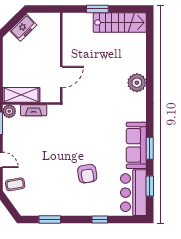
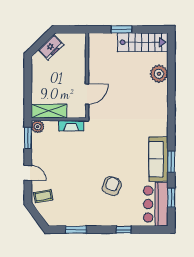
plant: (137, 83) -> (159, 74), moved
fireplace: (34, 110) -> (71, 126), moved
armchair: (87, 174) -> (112, 186), turned -150

